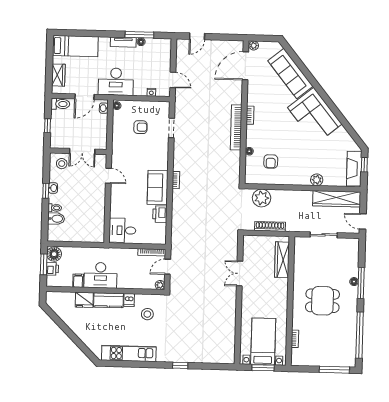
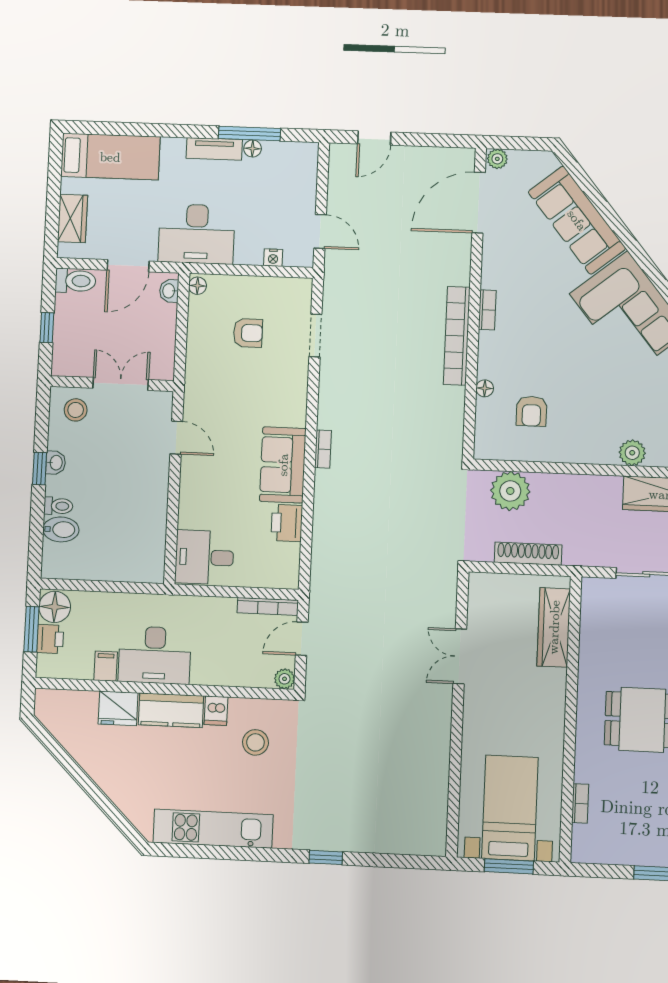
double door: (82, 151) -> (121, 384), swing flipped

